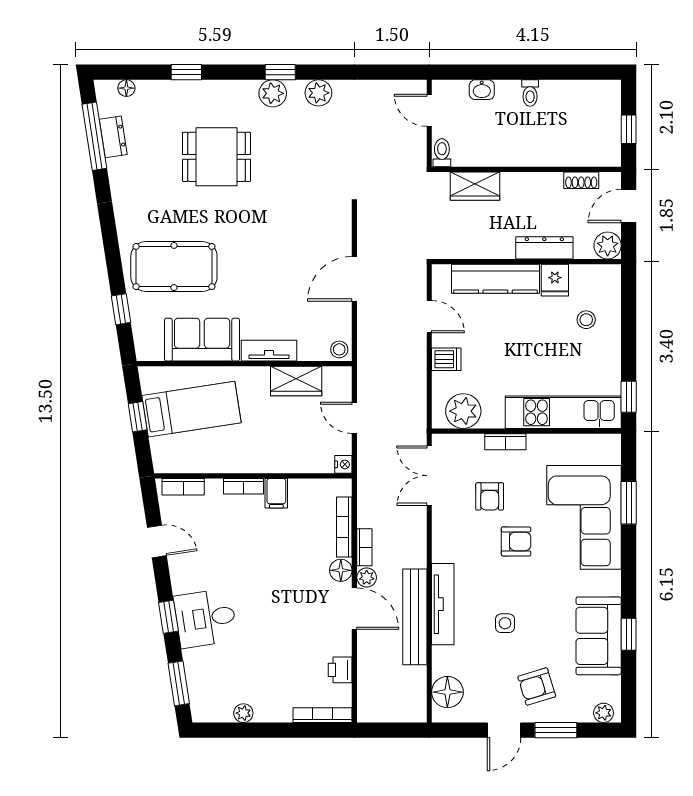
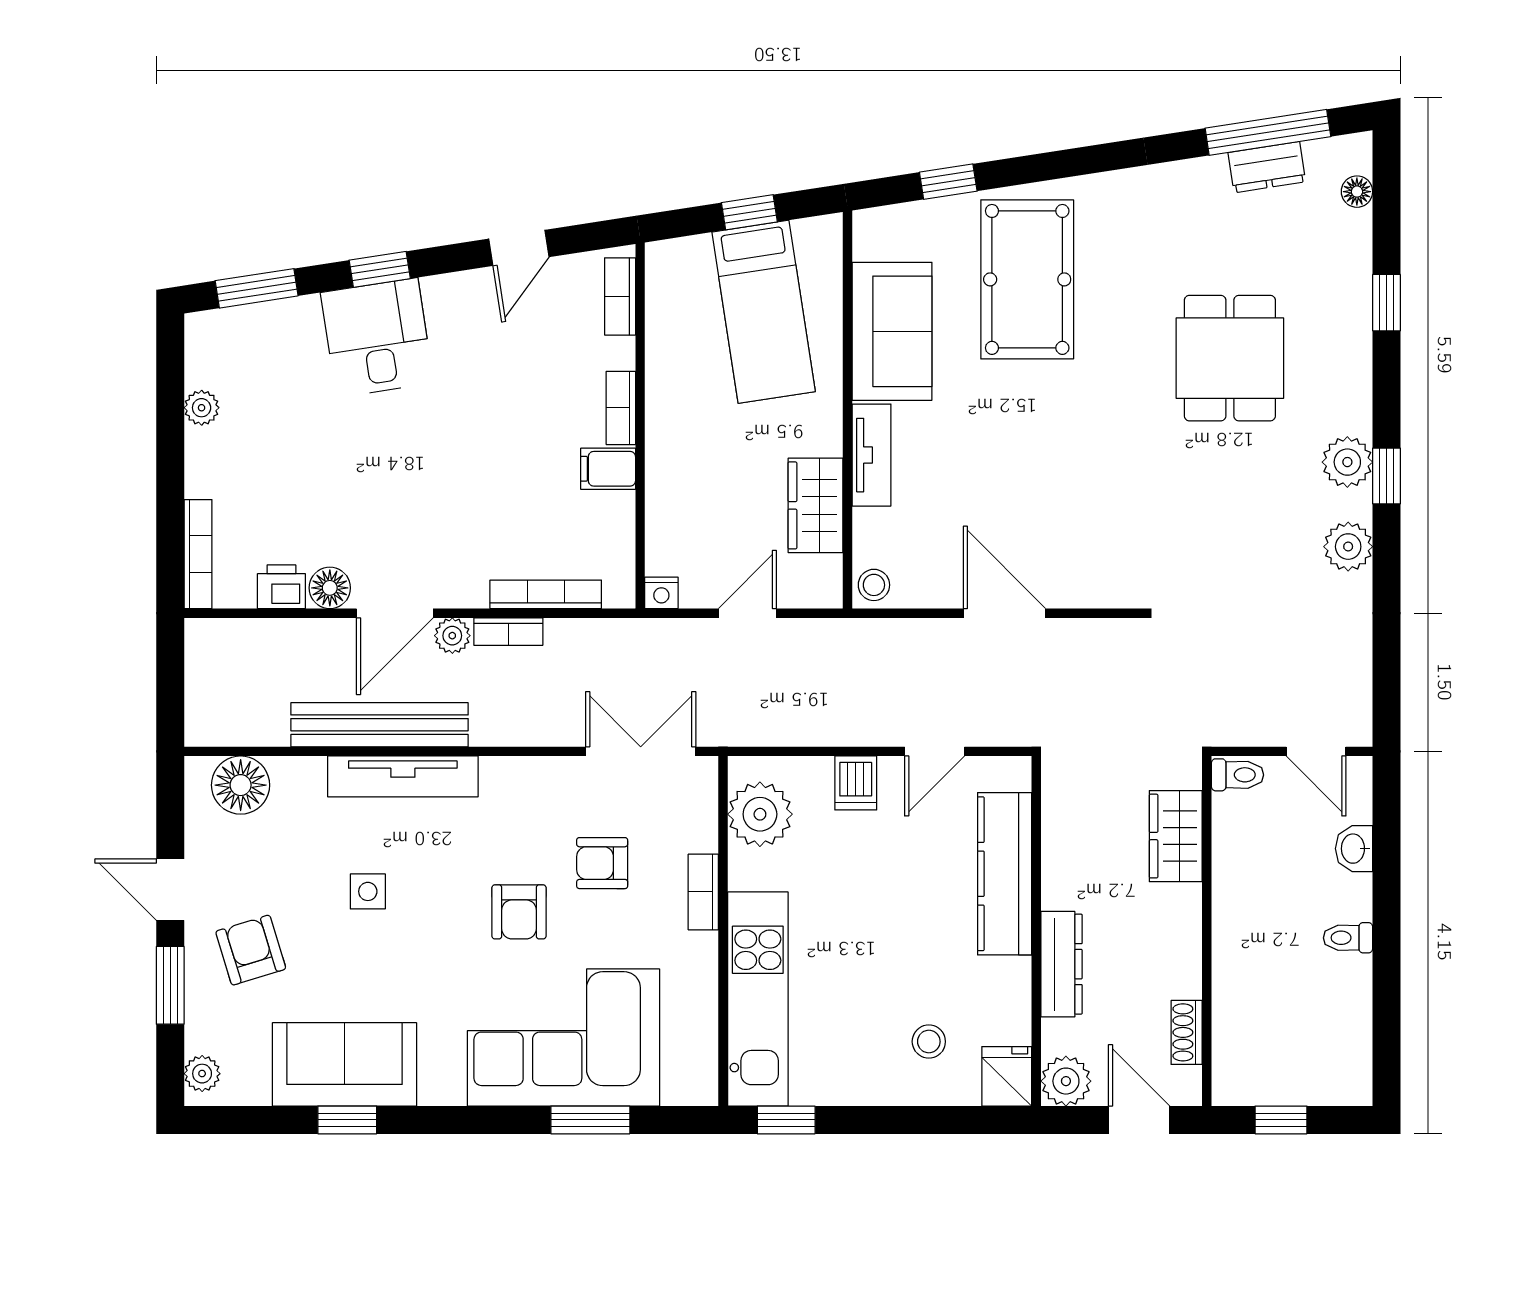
door: (429, 110) -> (1316, 751), swing flipped
fridge: (555, 280) -> (1007, 1076), moved, turned 90
floor lamp: (341, 570) -> (330, 588), moved

